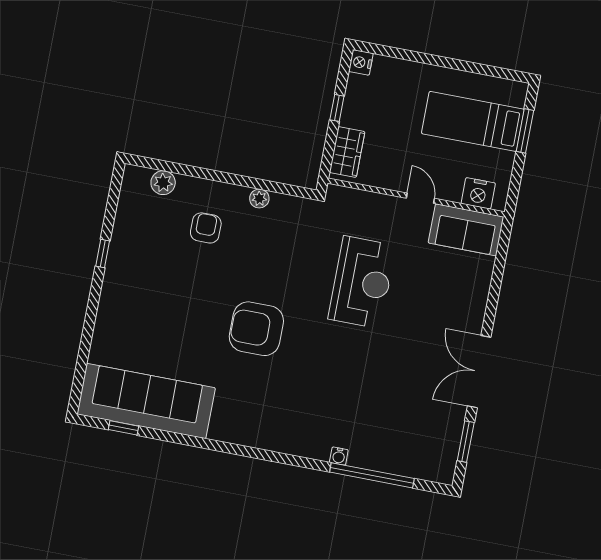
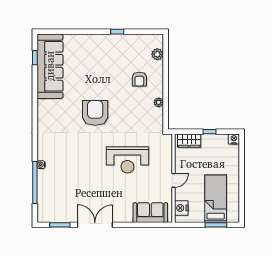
armchair: (206, 228) -> (139, 79), turned 90
sofa: (466, 230) -> (150, 213), moved, turned 90

